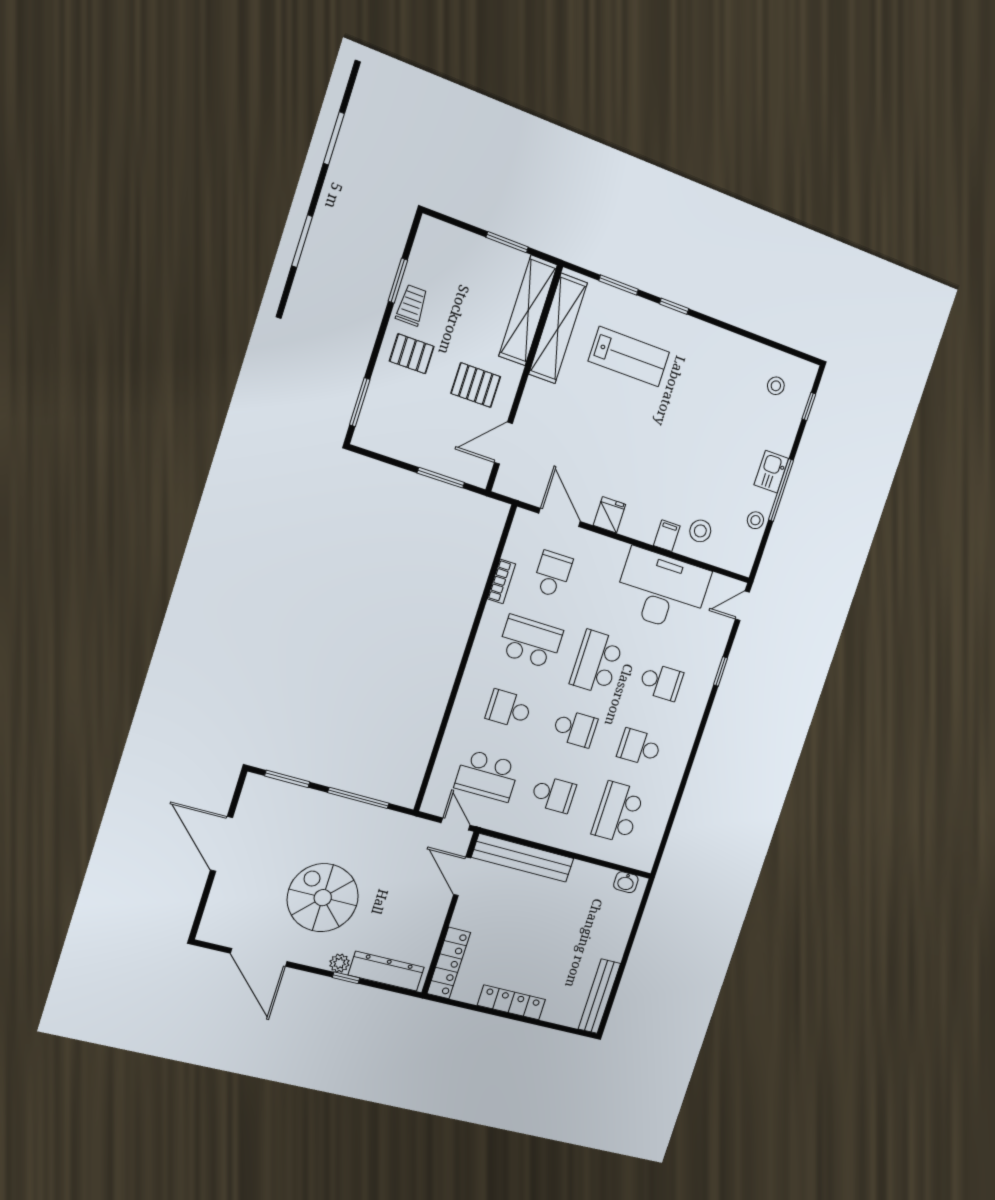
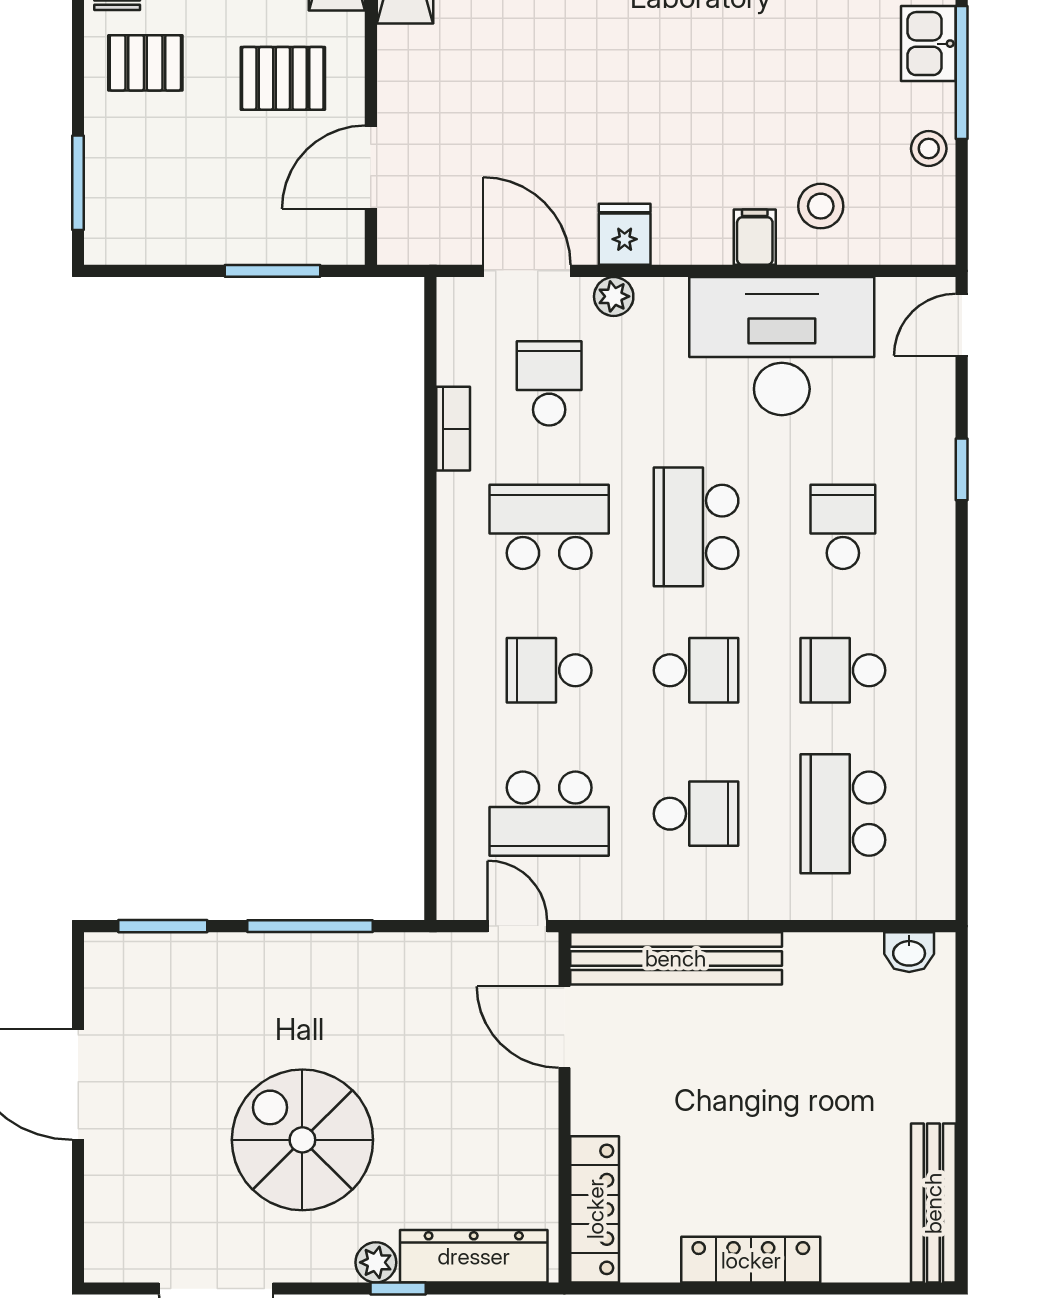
plant: (595, 543) -> (614, 296), added
school desk: (661, 682) -> (843, 527), turned -90

